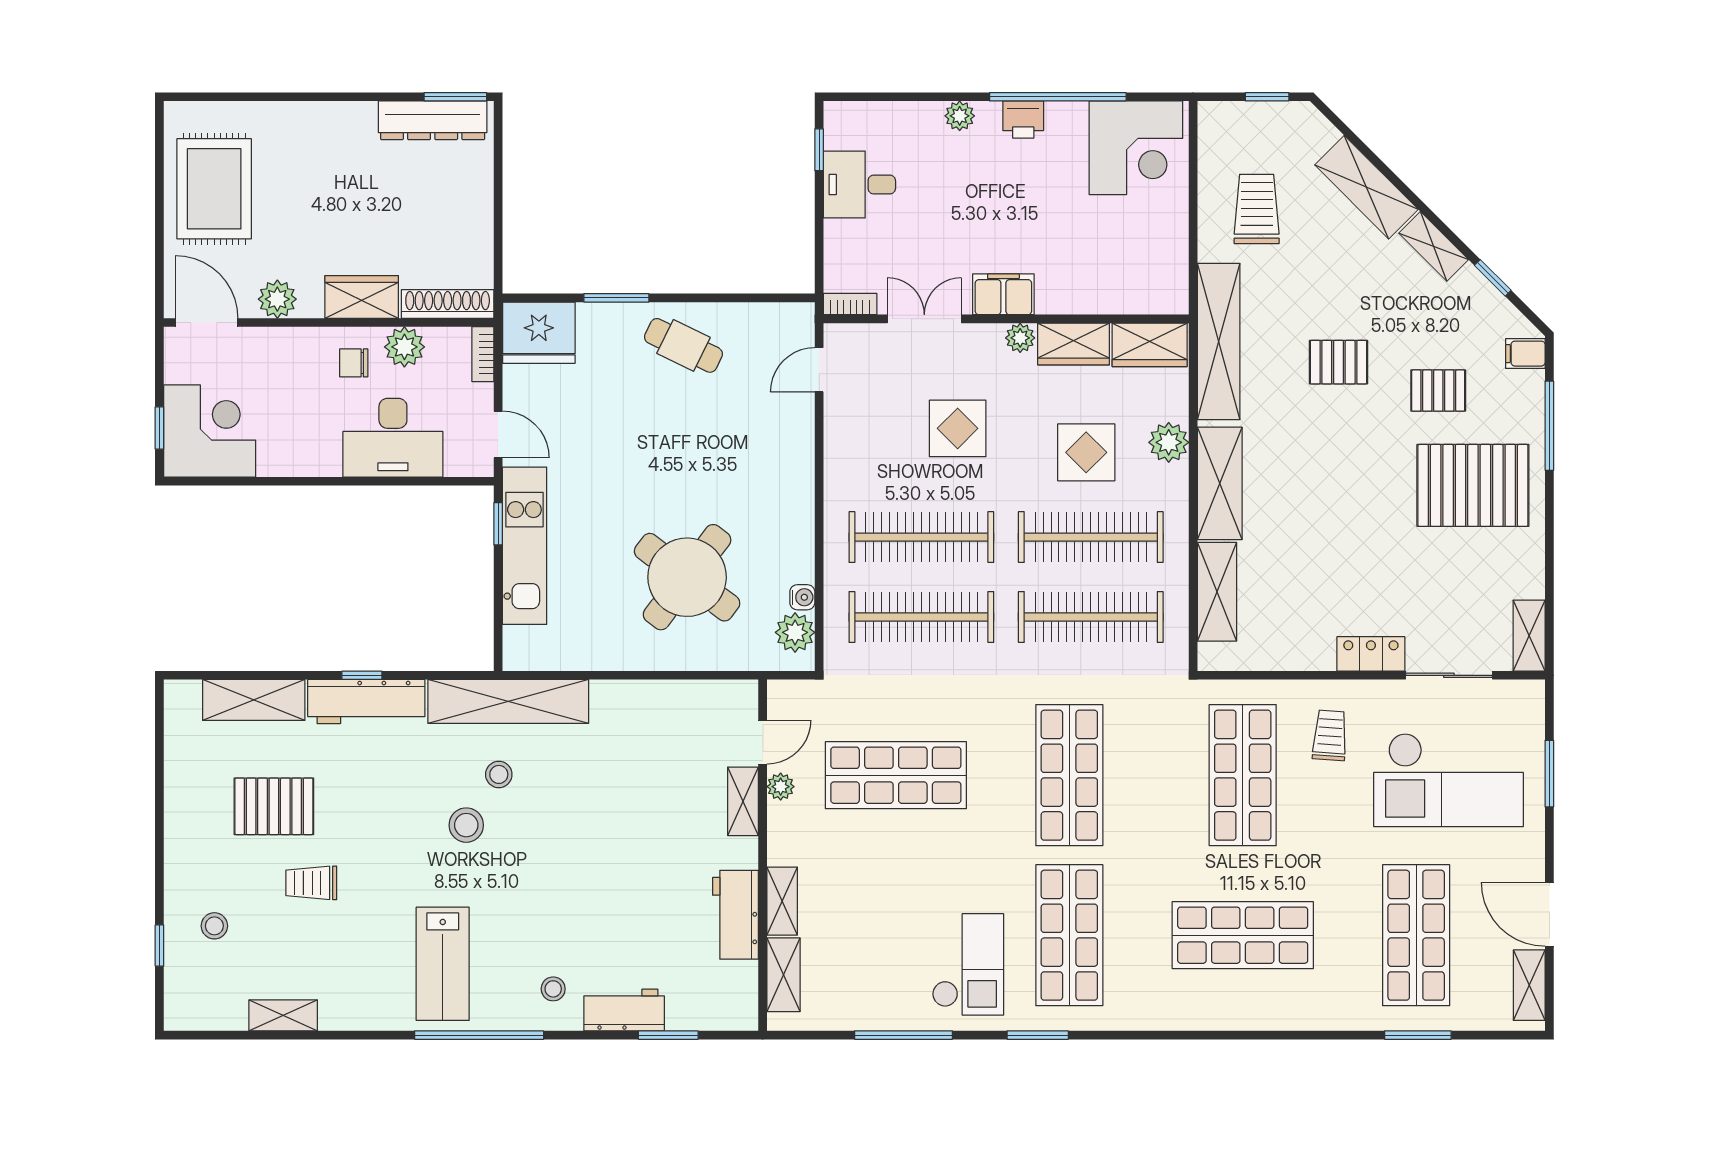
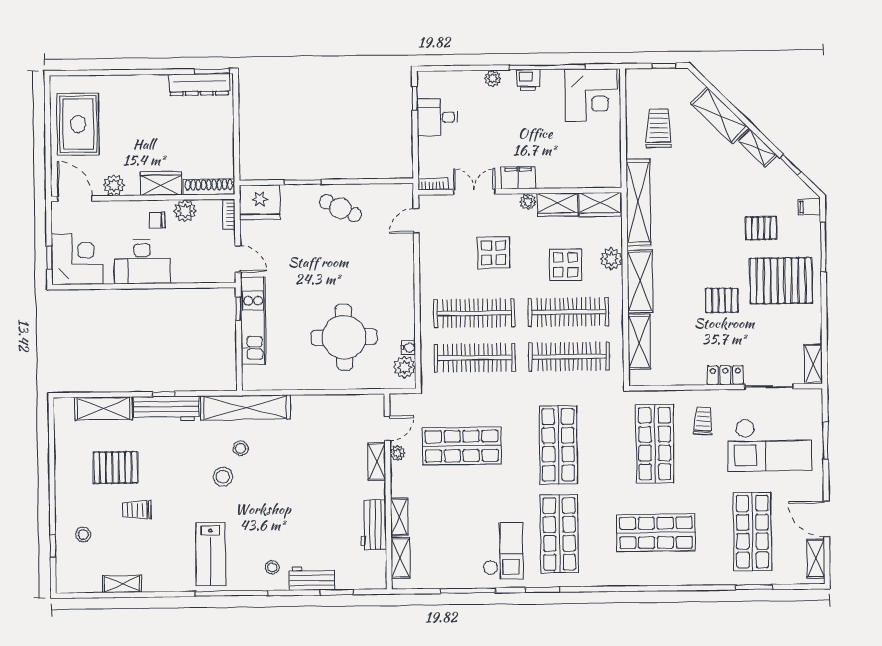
pallet: (1338, 362) -> (722, 300), moved
desk: (393, 438) -> (142, 262), moved
round table: (687, 577) -> (344, 337), turned -38

